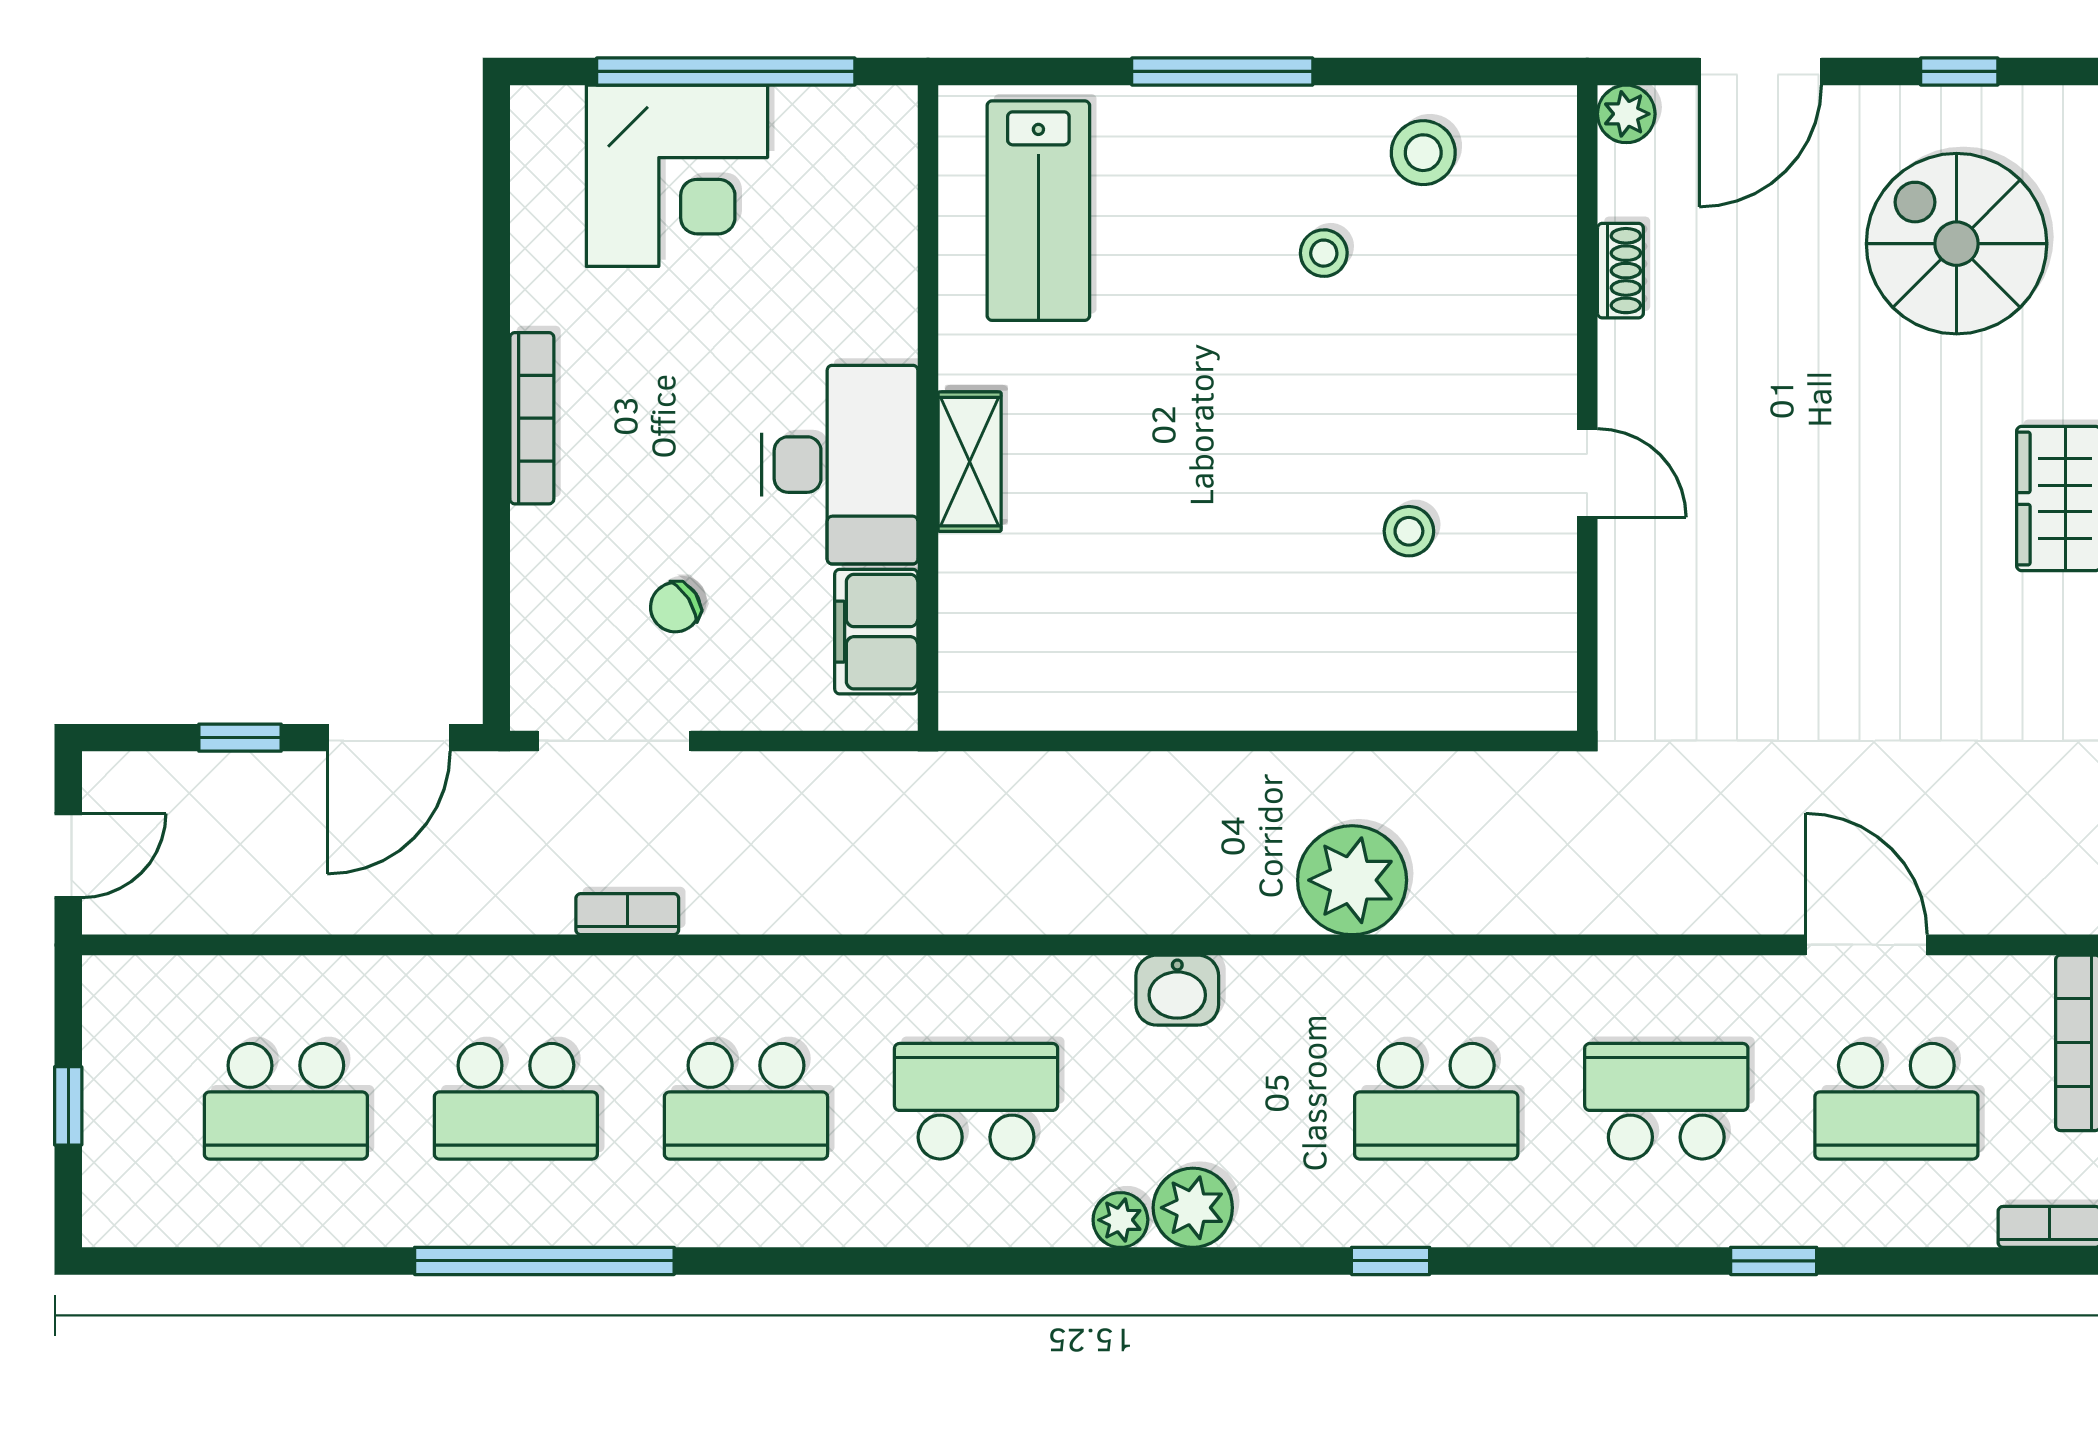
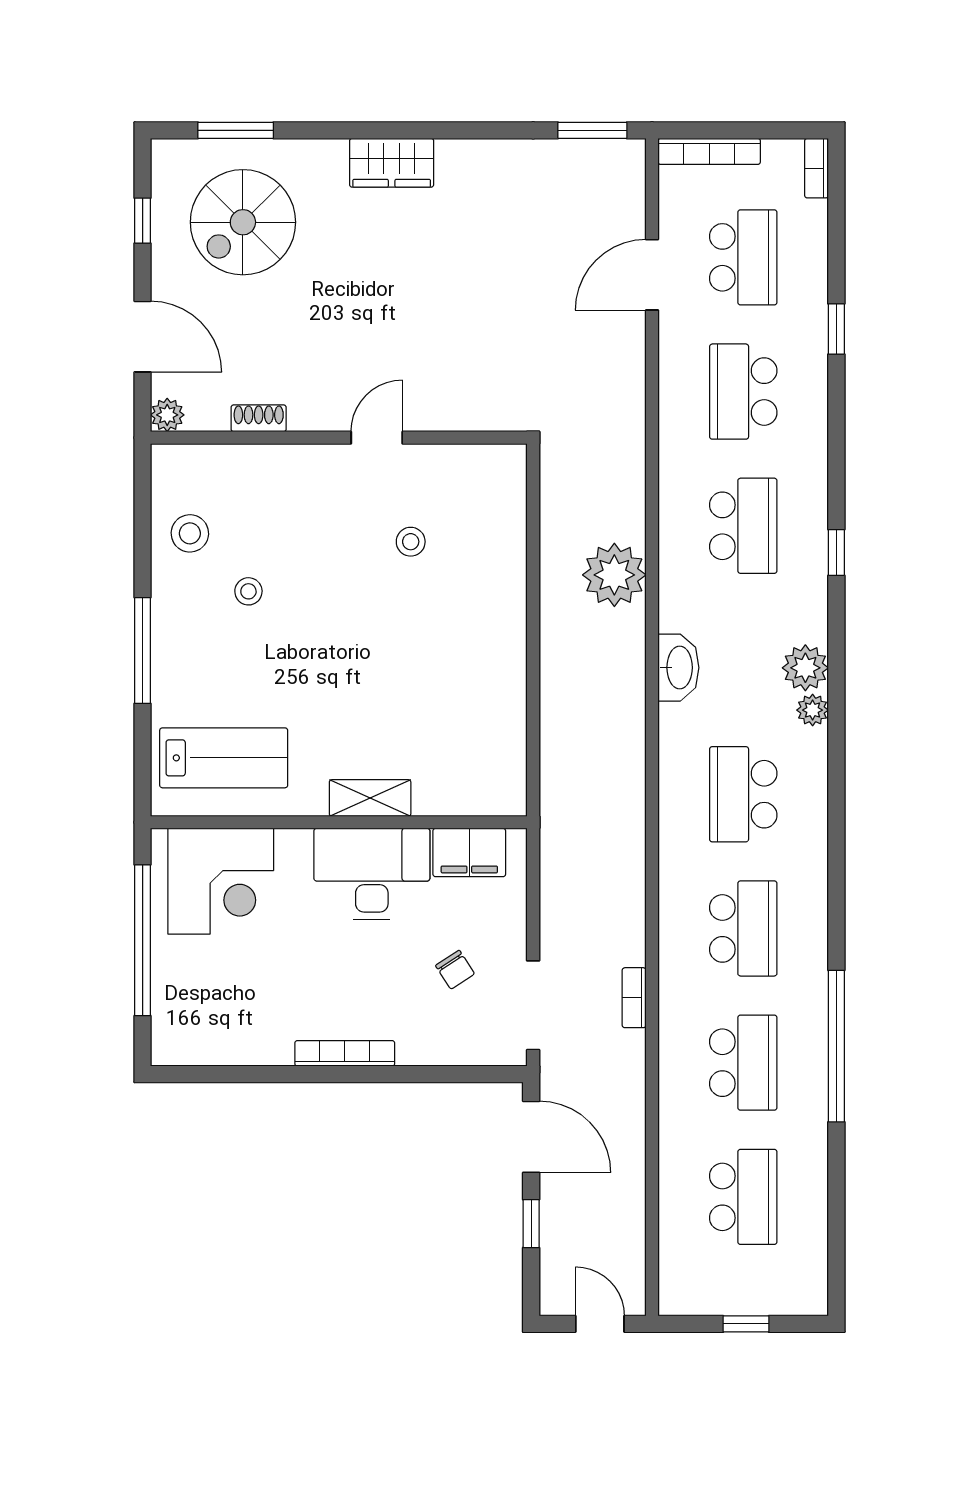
corner desk: (677, 176) -> (221, 881), moved, turned 90
washbasin: (1177, 990) -> (678, 668), width x1.38

